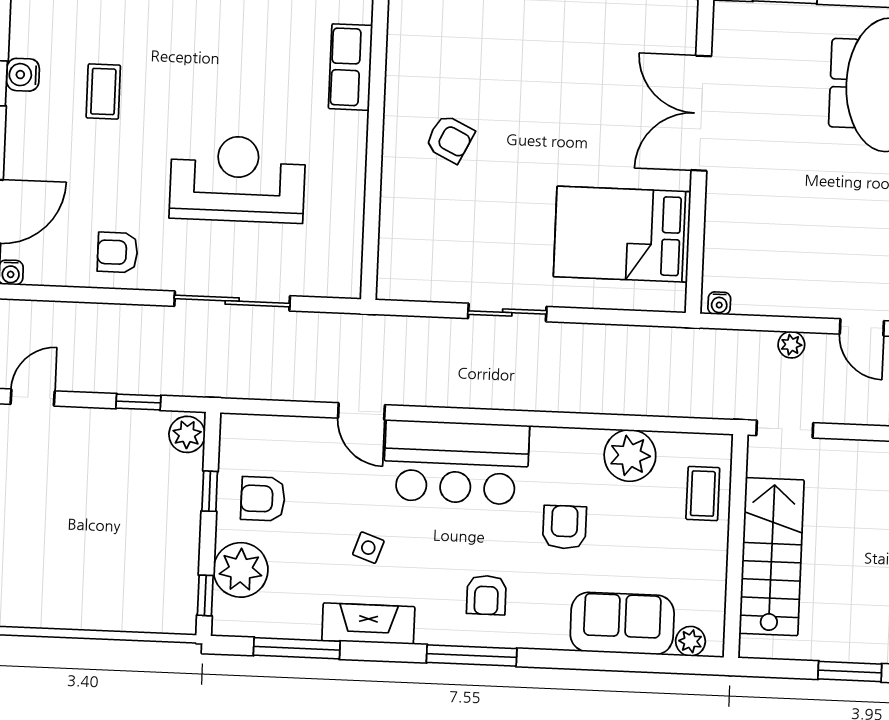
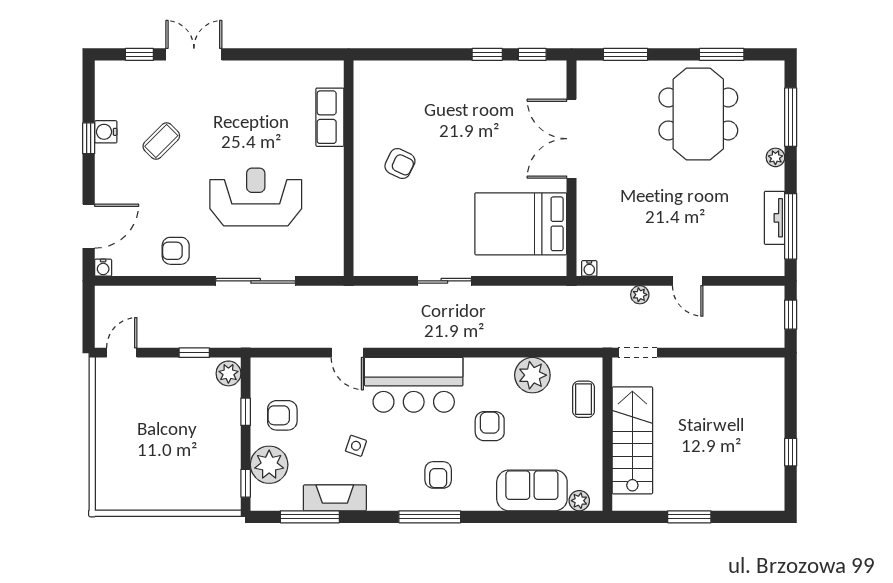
coffee table: (103, 92) -> (161, 141), turned 45
fireplace: (368, 624) -> (335, 498), moved

